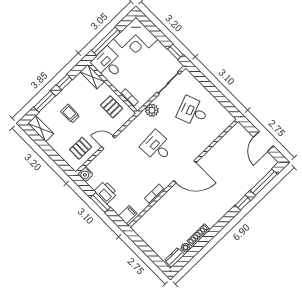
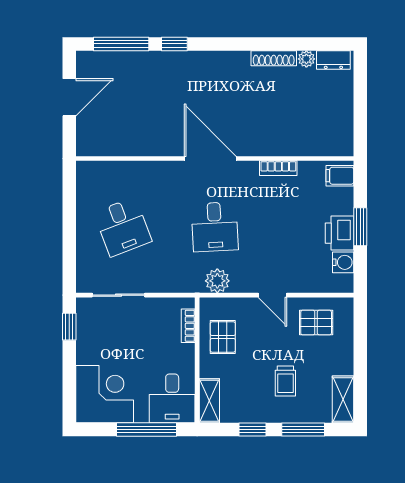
plant: (152, 110) -> (217, 281), moved
water cooler: (86, 174) -> (343, 262), moved

